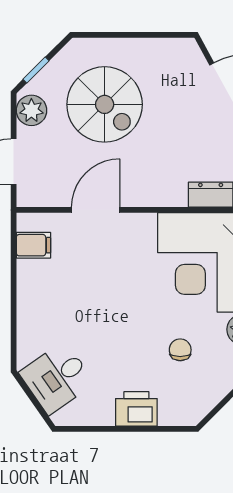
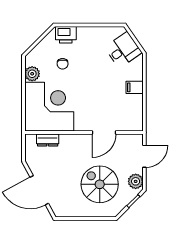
filing cabinet: (33, 245) -> (135, 87), moved
printer: (136, 409) -> (66, 35), moved

